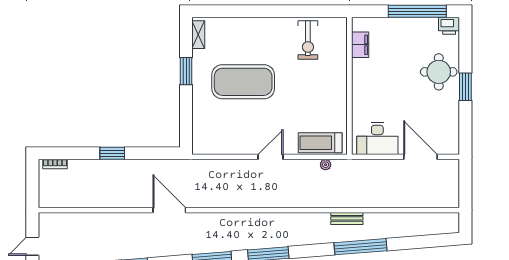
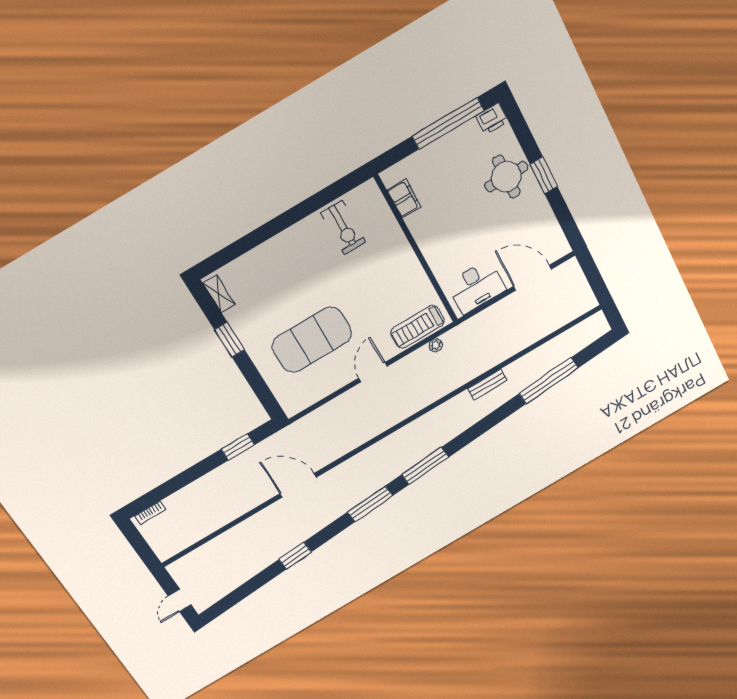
exercise mat: (243, 82) -> (312, 340), moved
window: (112, 153) -> (238, 447), moved
window: (361, 247) -> (549, 381), moved

